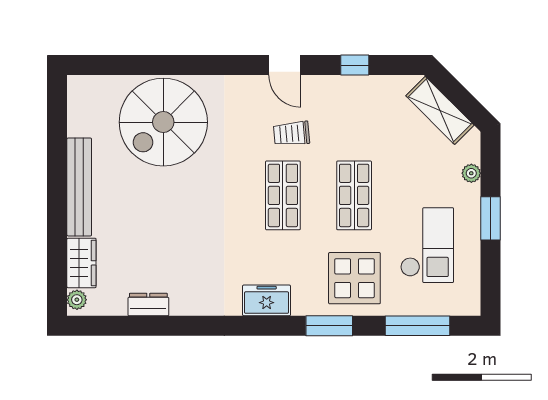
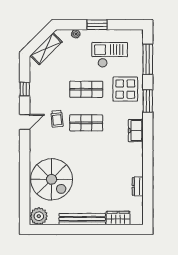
plant: (77, 300) -> (39, 216), moved, width x1.88, depth x1.88

